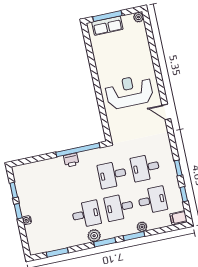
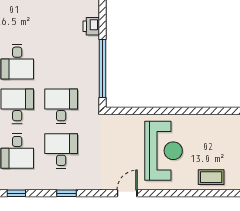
coffee table: (141, 52) -> (211, 177), added
printer: (71, 160) -> (91, 26), moved
window: (178, 168) -> (67, 193), moved

